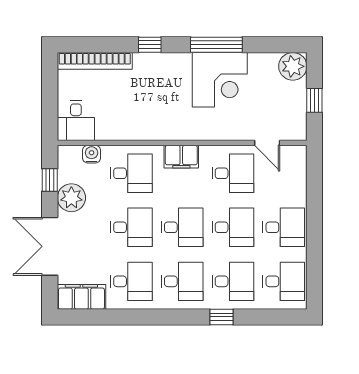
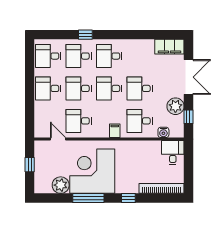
plant: (293, 66) -> (61, 185), moved
corner desk: (220, 80) -> (92, 171), width x1.36, depth x1.36
filing cabinet: (181, 157) -> (115, 131), width x0.50
desk: (131, 281) -> (140, 56), removed

